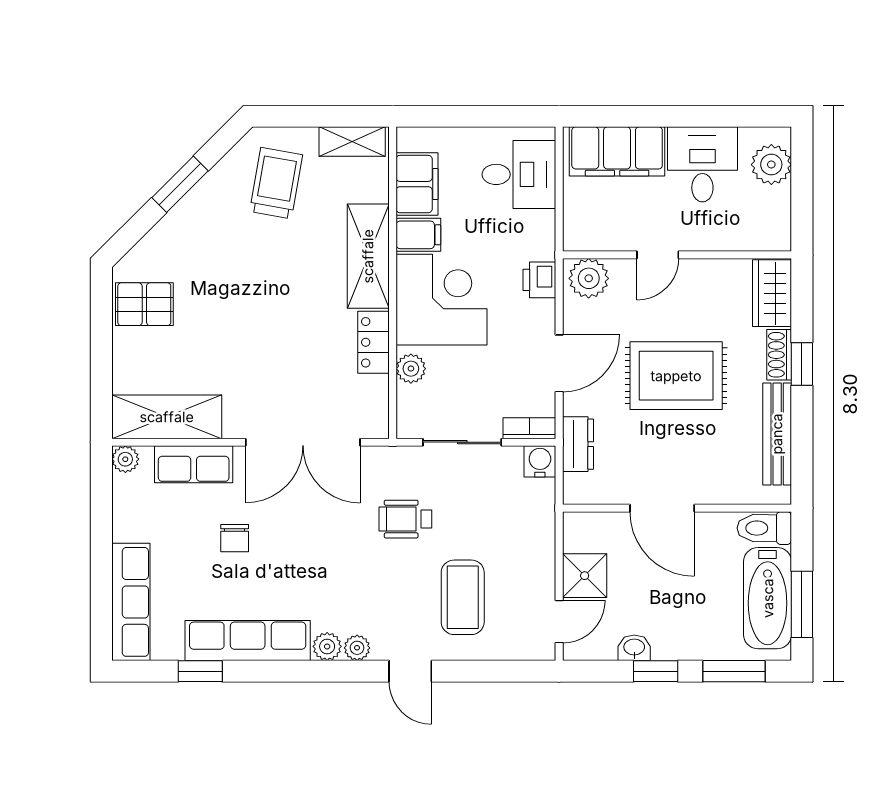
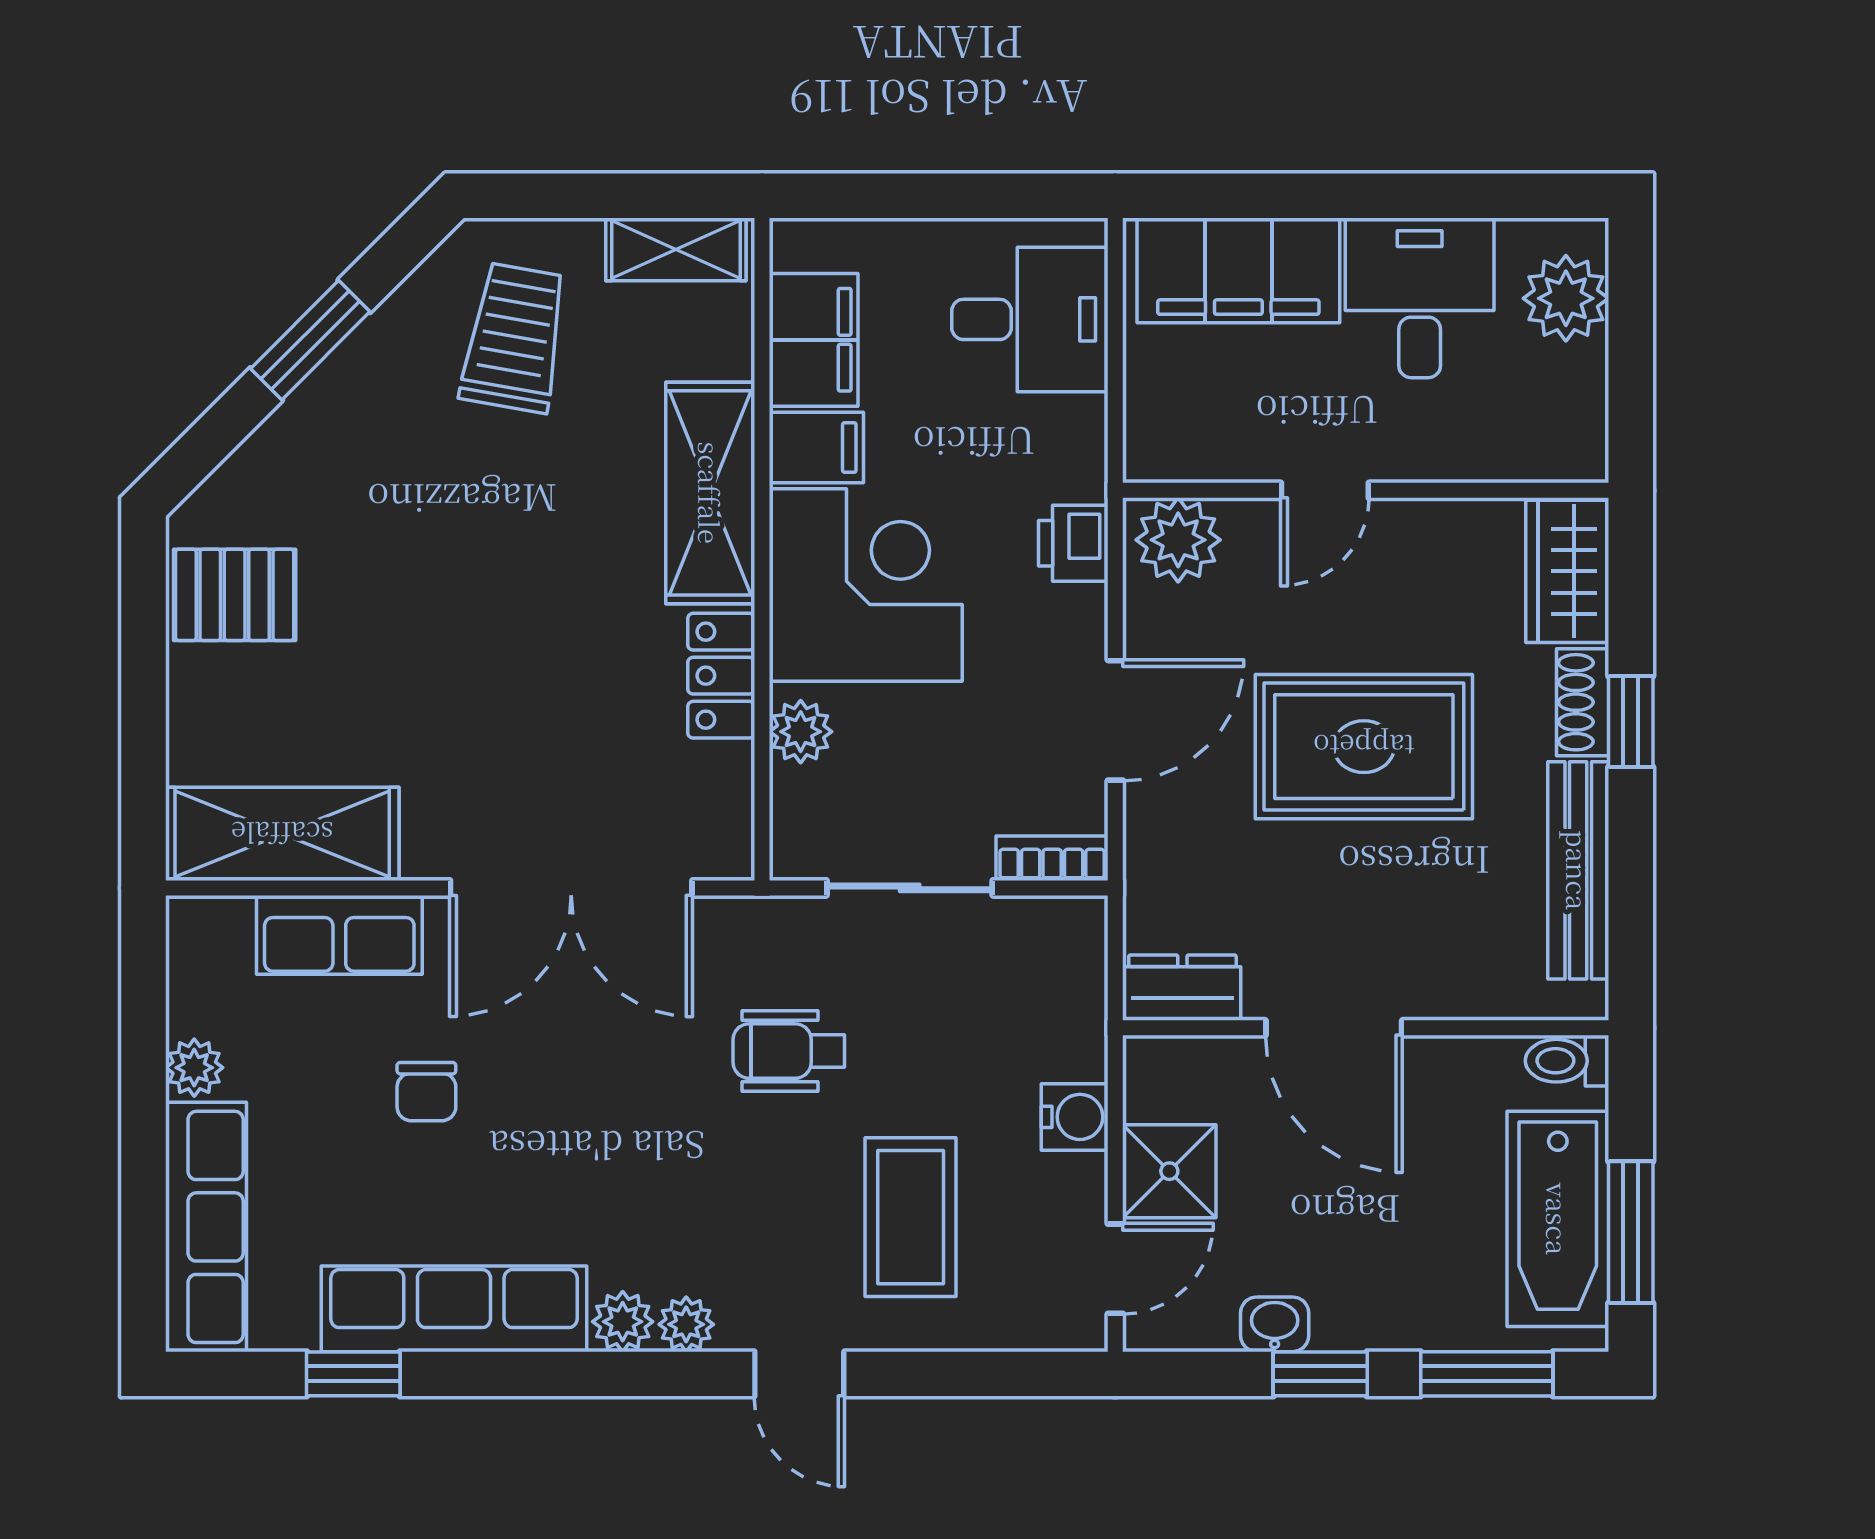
dresser: (578, 444) -> (1182, 988), moved, turned -90
plant: (125, 459) -> (194, 1068), moved
water cooler: (540, 461) -> (1075, 1117), moved, turned 90
toilet: (764, 528) -> (1567, 1061), width x0.73, depth x0.72

